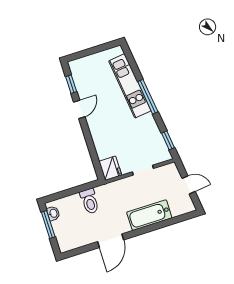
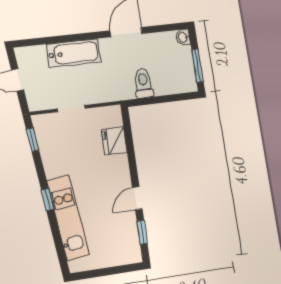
window: (148, 97) -> (48, 199), width x0.46
fridge: (110, 168) -> (114, 141), moved
washbasin: (53, 213) -> (183, 37), moved

